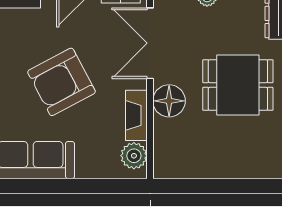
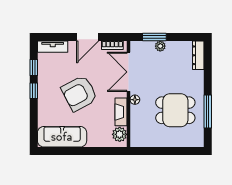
dining table: (238, 85) -> (175, 110), moved
floor lamp: (169, 101) -> (135, 100), width x0.53, depth x0.53

